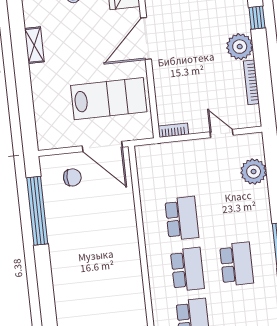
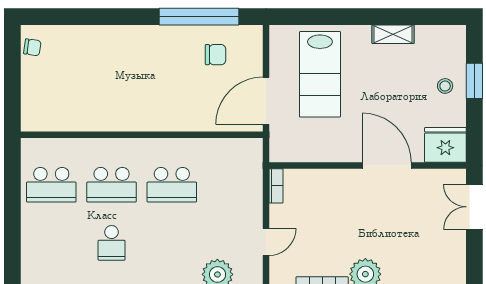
lab bench: (109, 99) -> (320, 74), moved
chair: (72, 177) -> (216, 55), moved, turned -90
school desk: (237, 264) -> (112, 243), width x0.54

